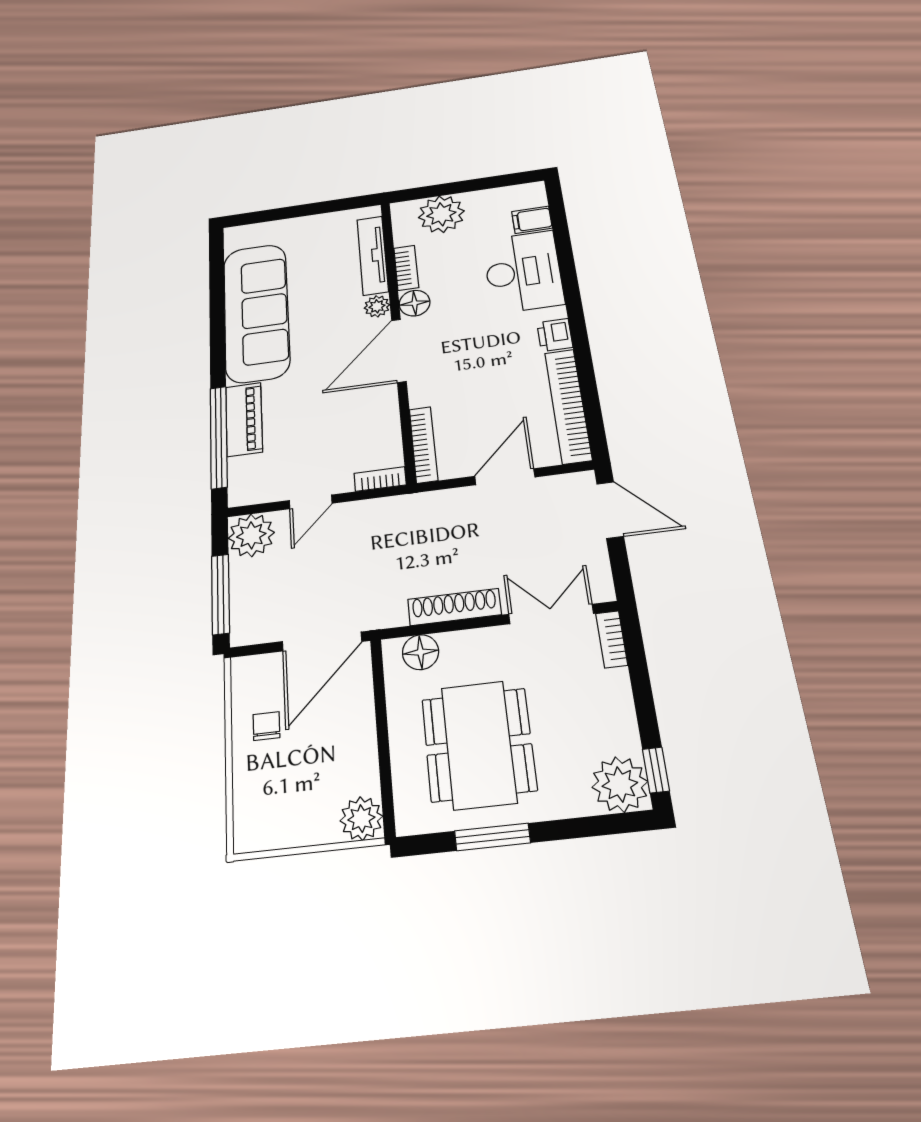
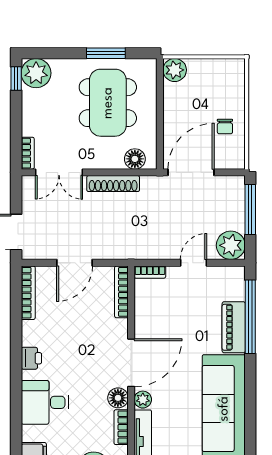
desk: (523, 272) -> (45, 402), width x0.73
bookcase: (568, 406) -> (28, 293), width x0.68, depth x0.76

